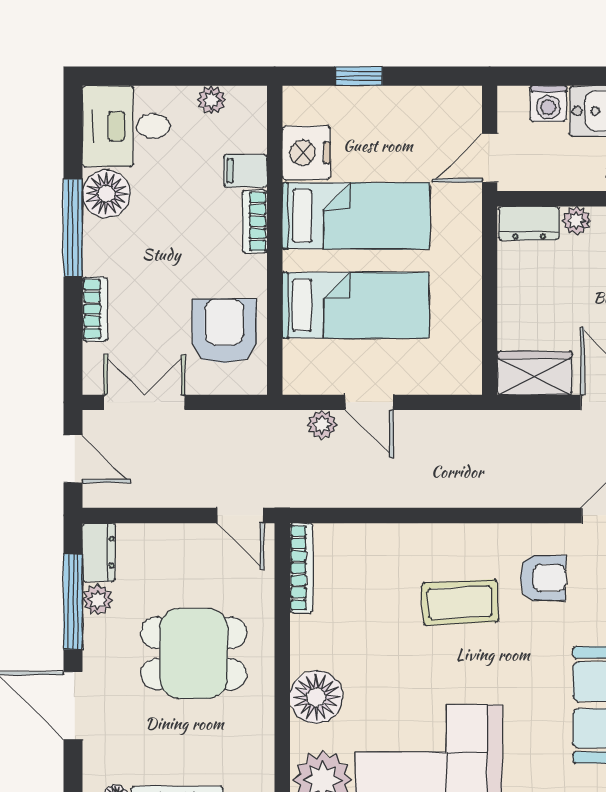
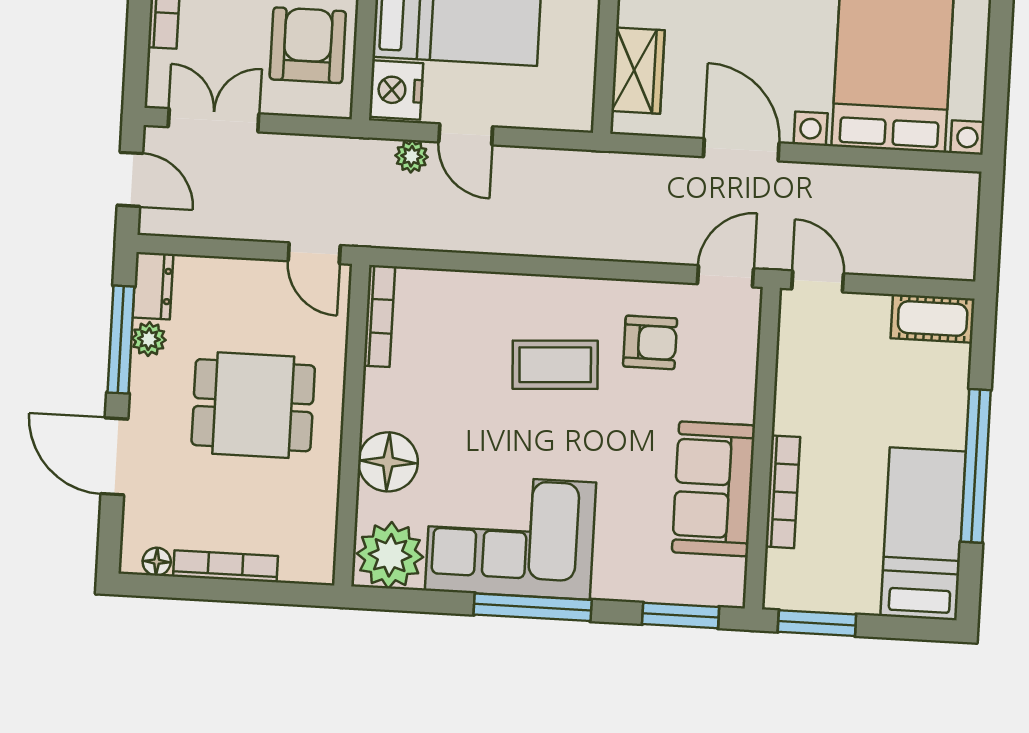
nightstand: (305, 366) -> (396, 90), added
wardrobe: (534, 373) -> (638, 71), moved, turned 90

